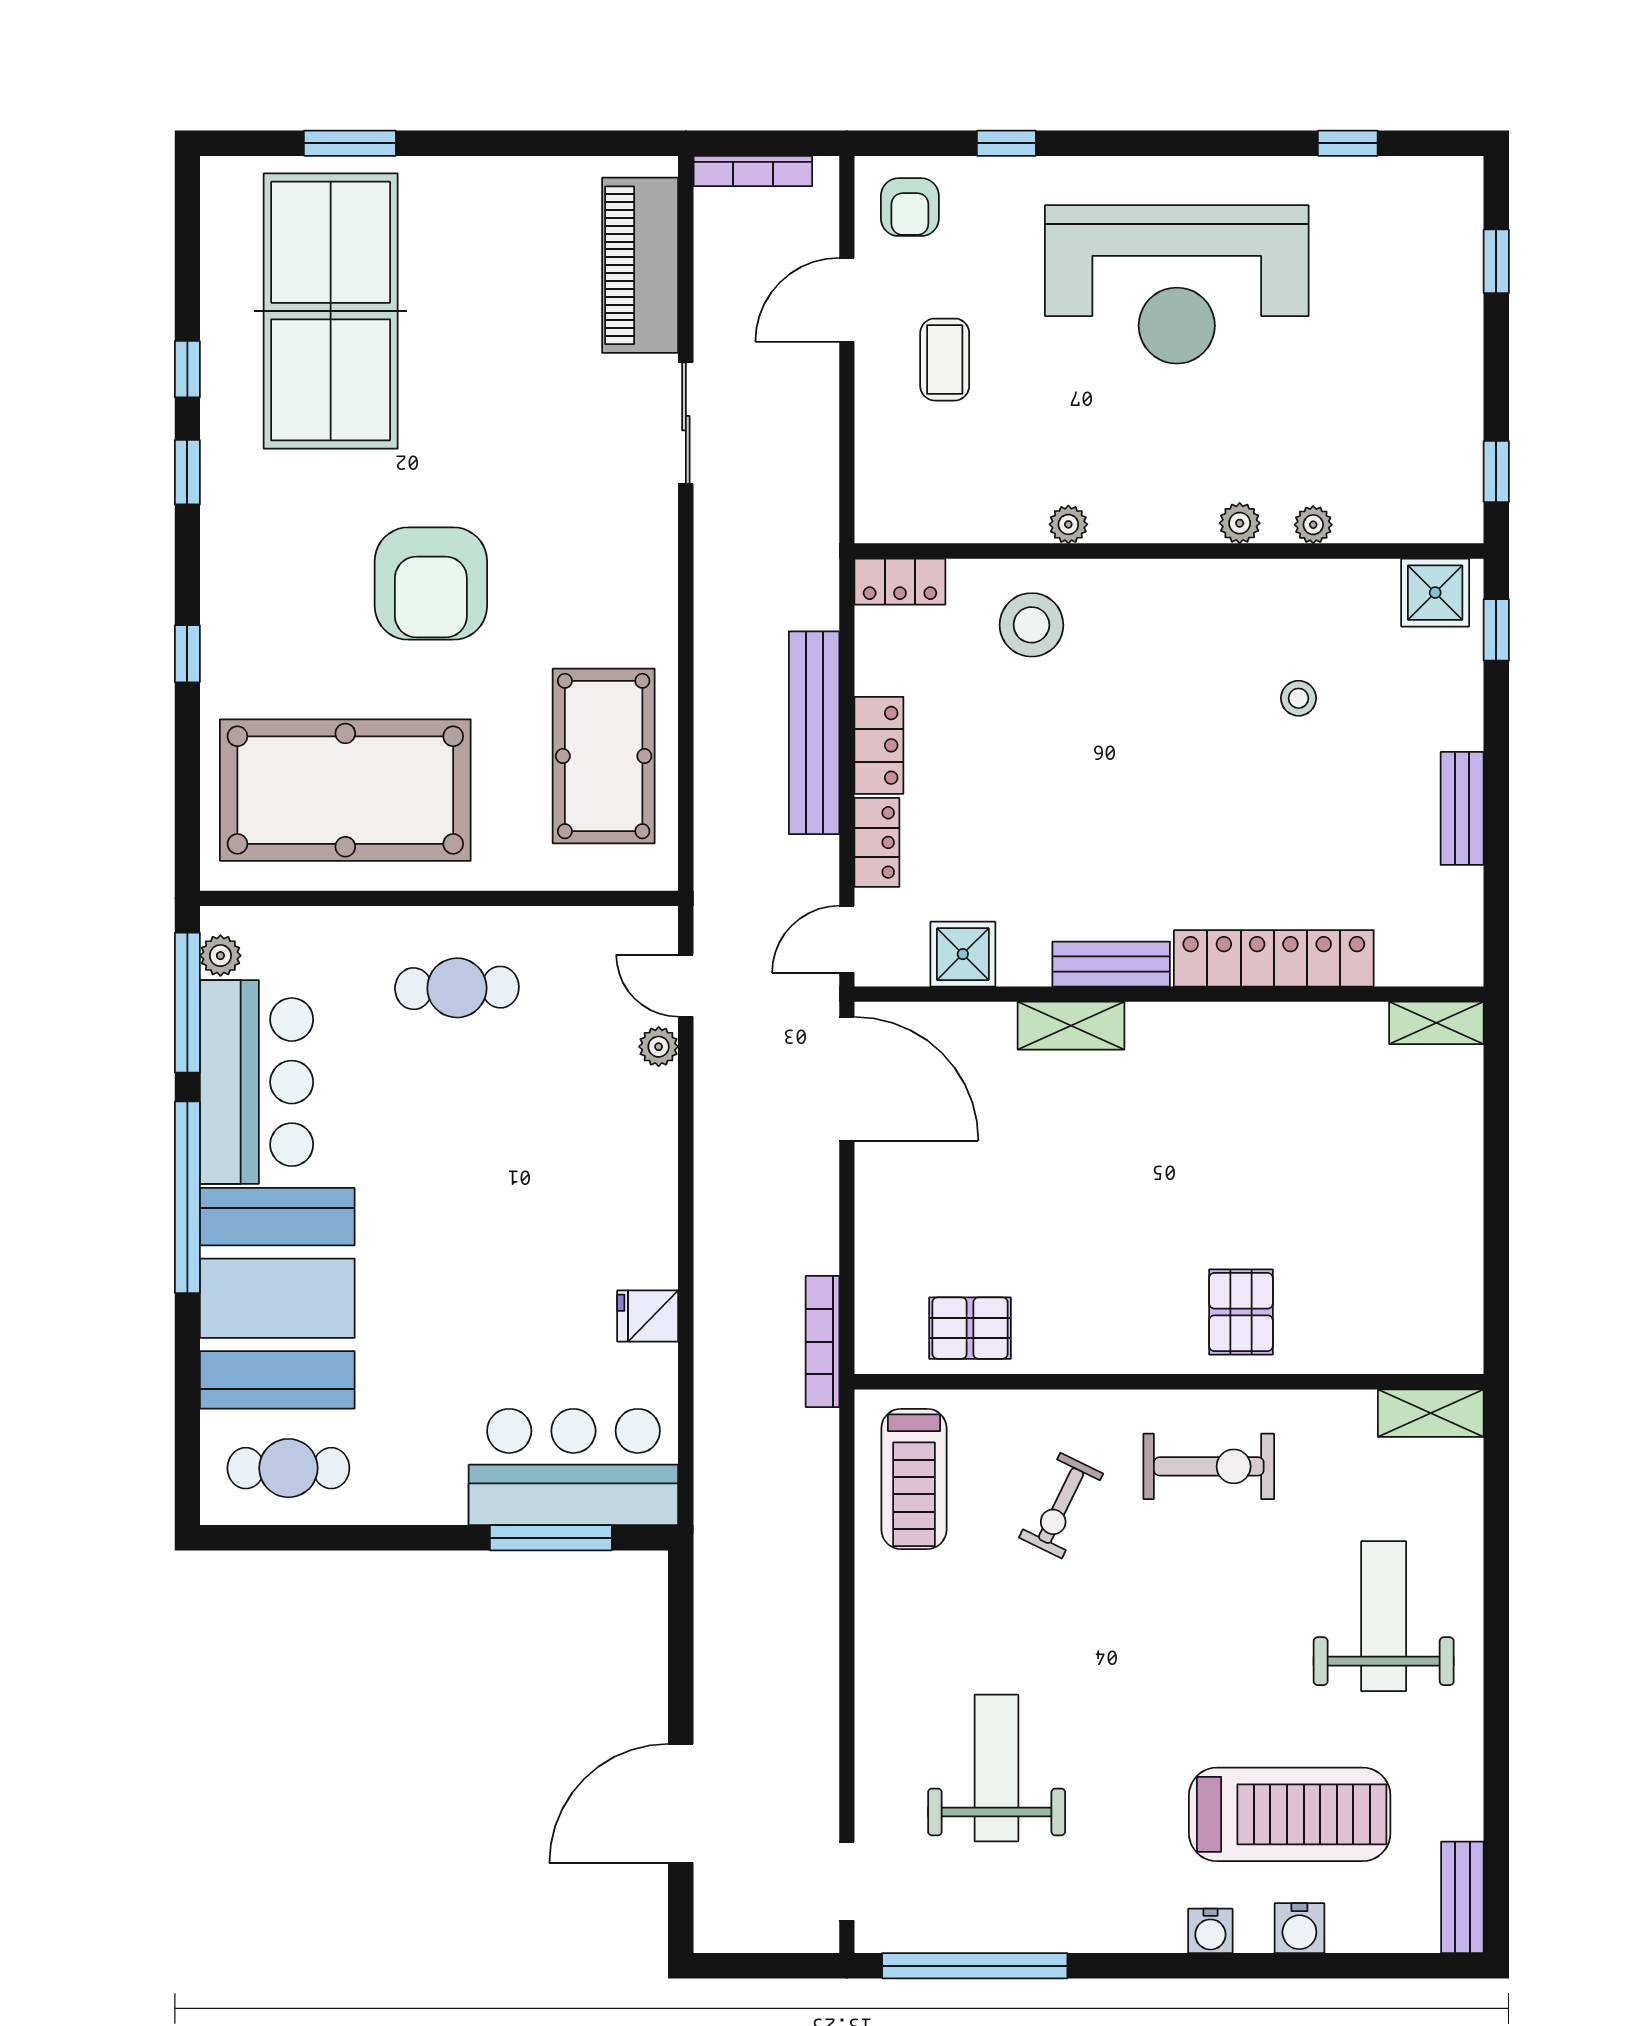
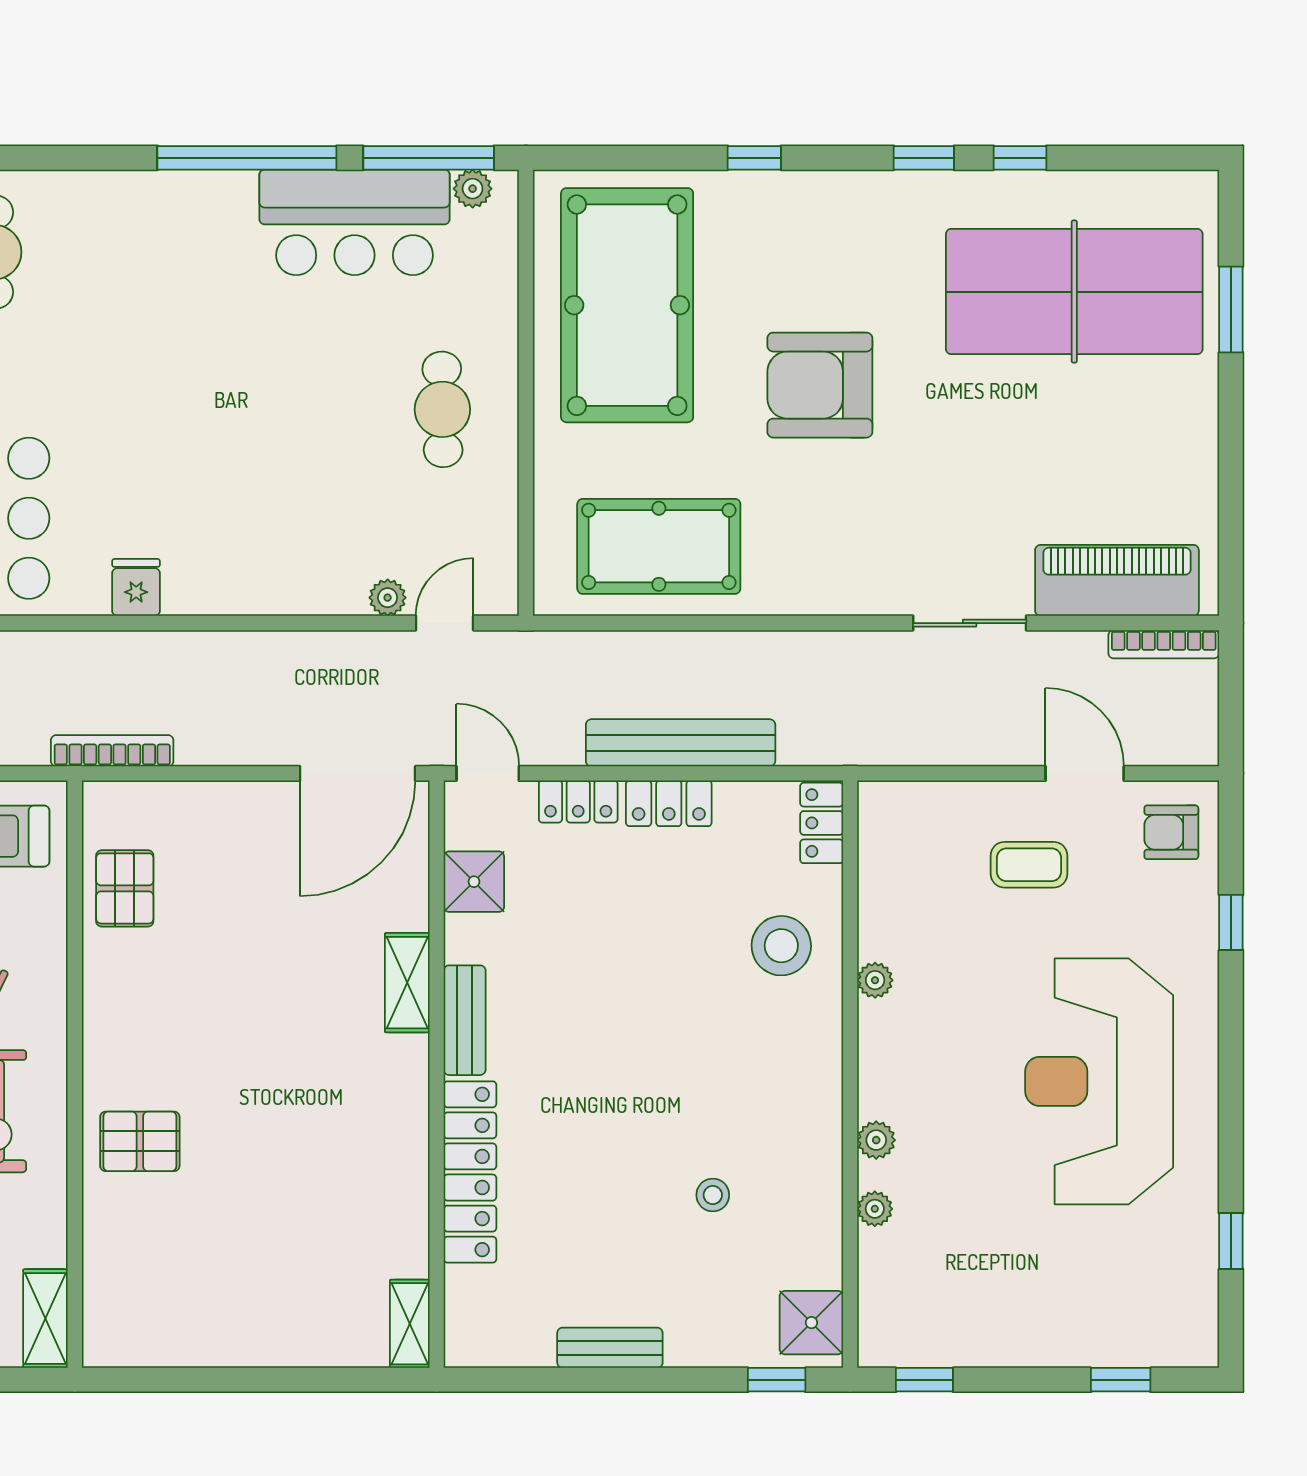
bookcase: (753, 171) -> (1164, 644), moved, turned -90
booth: (277, 1298) -> (153, 242), removed

